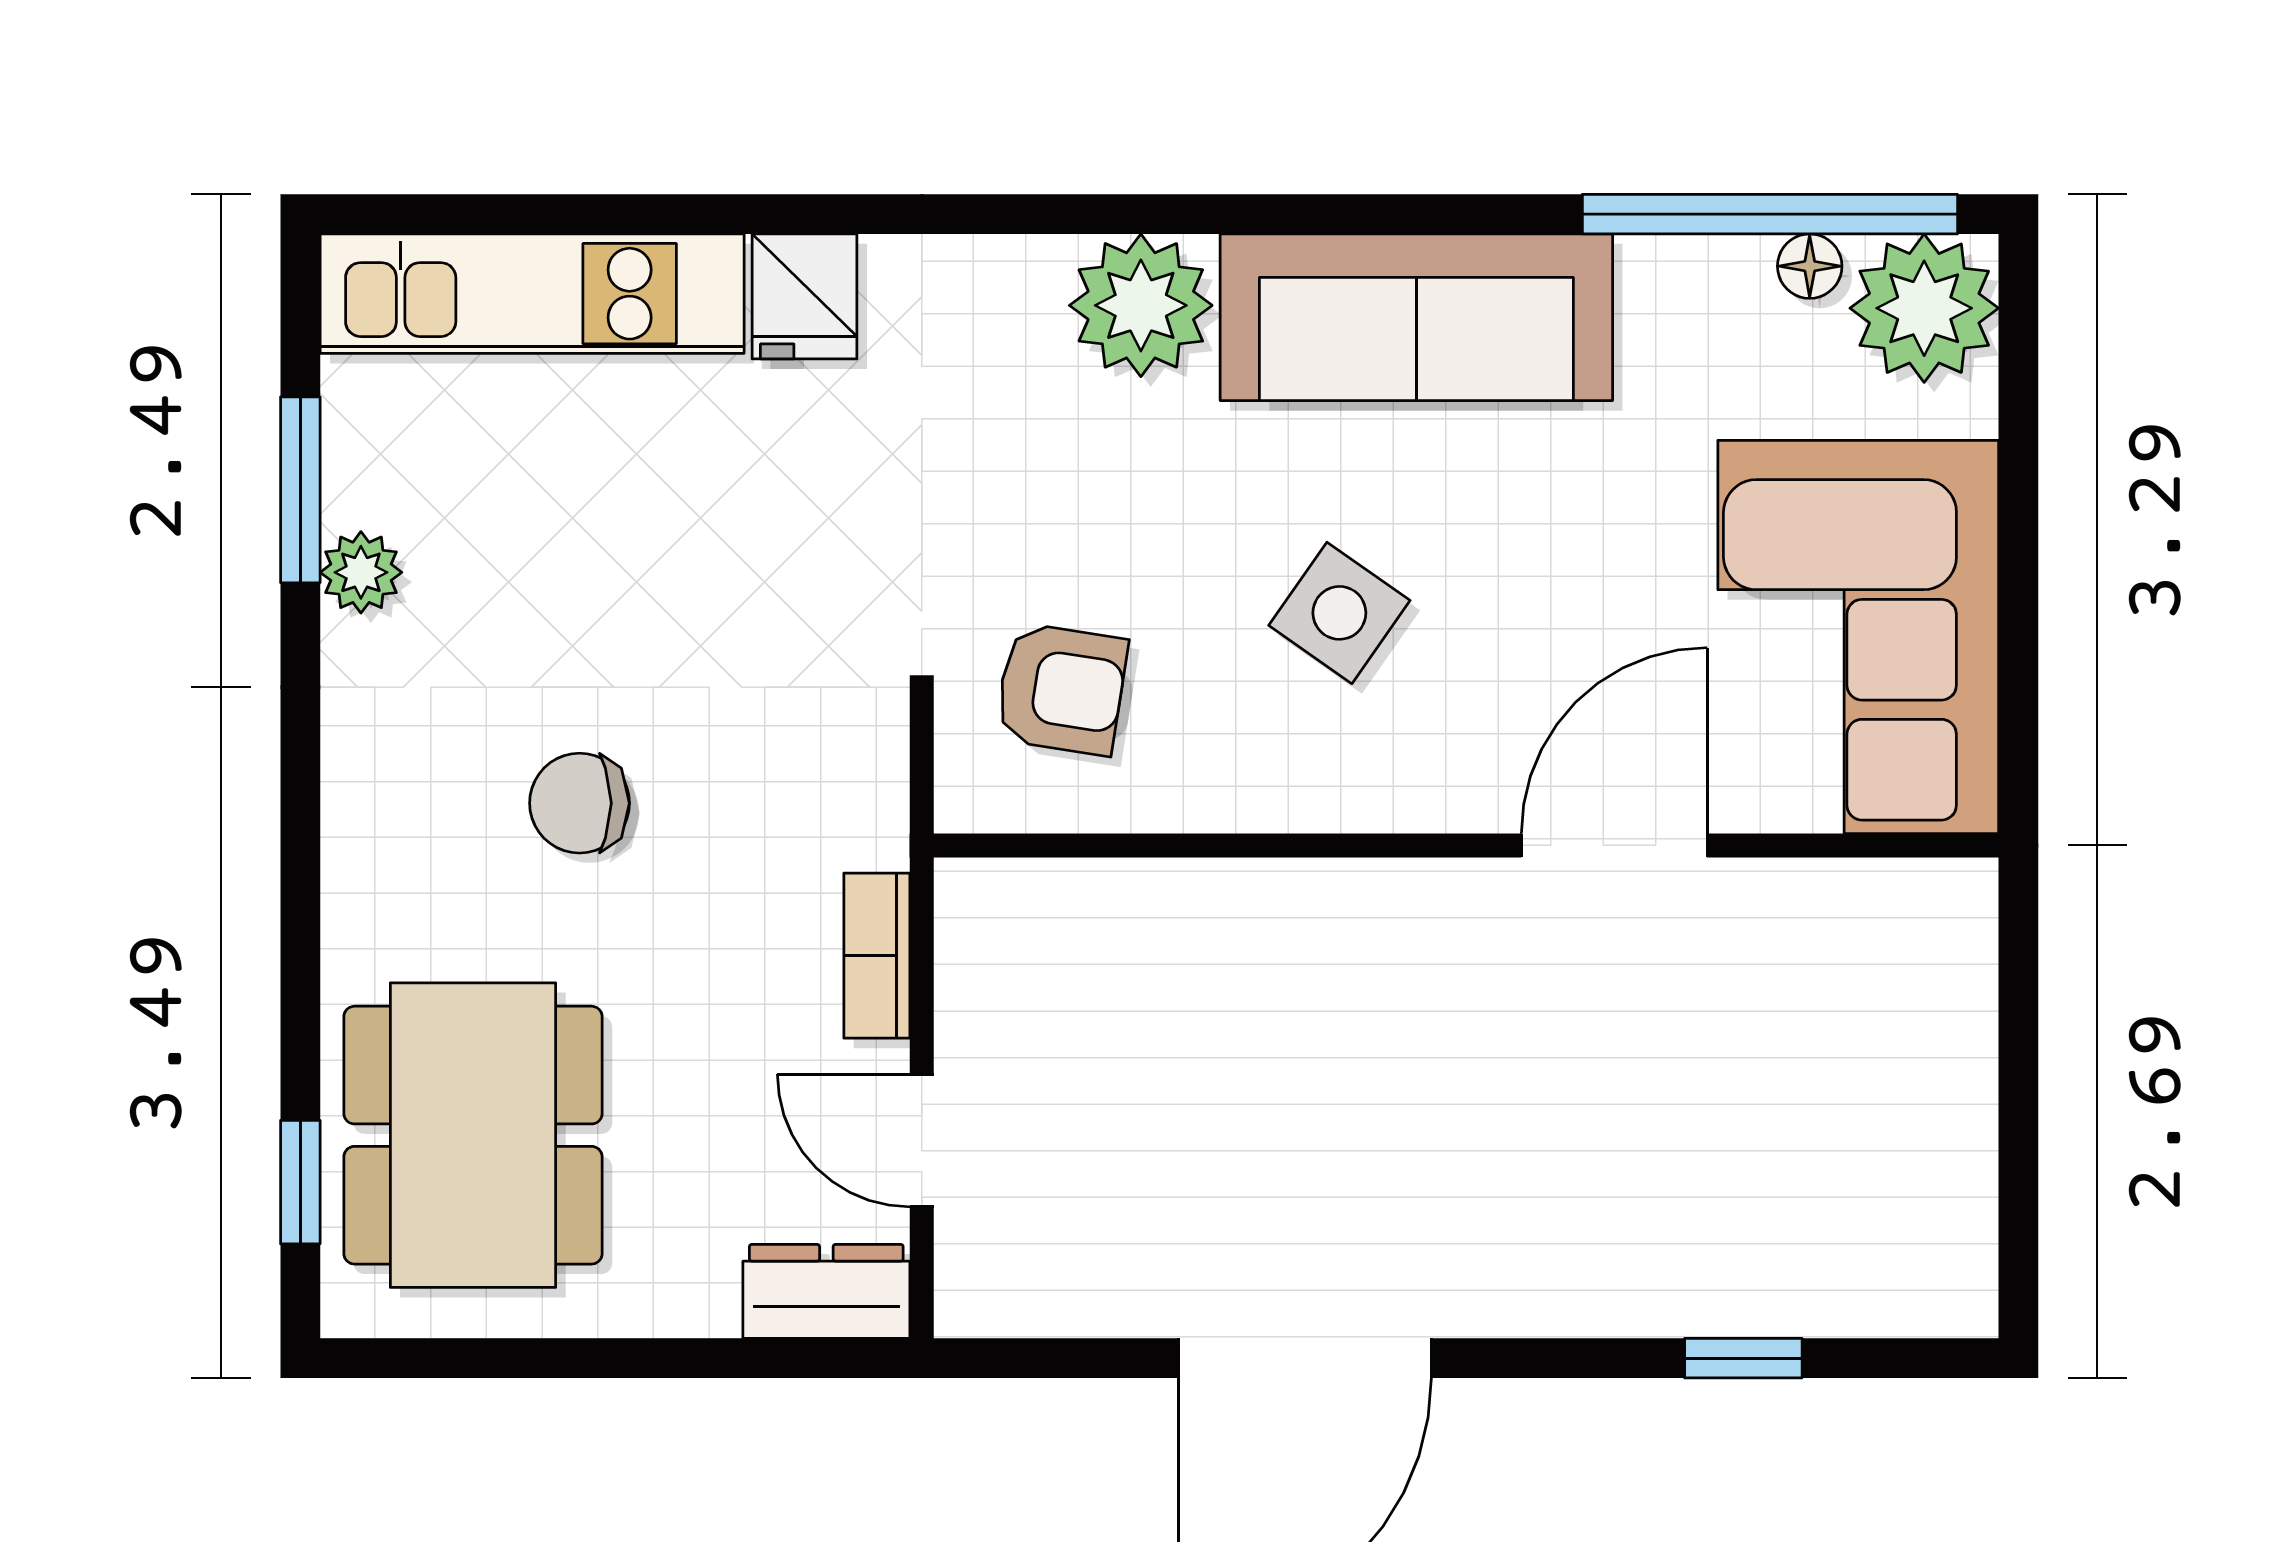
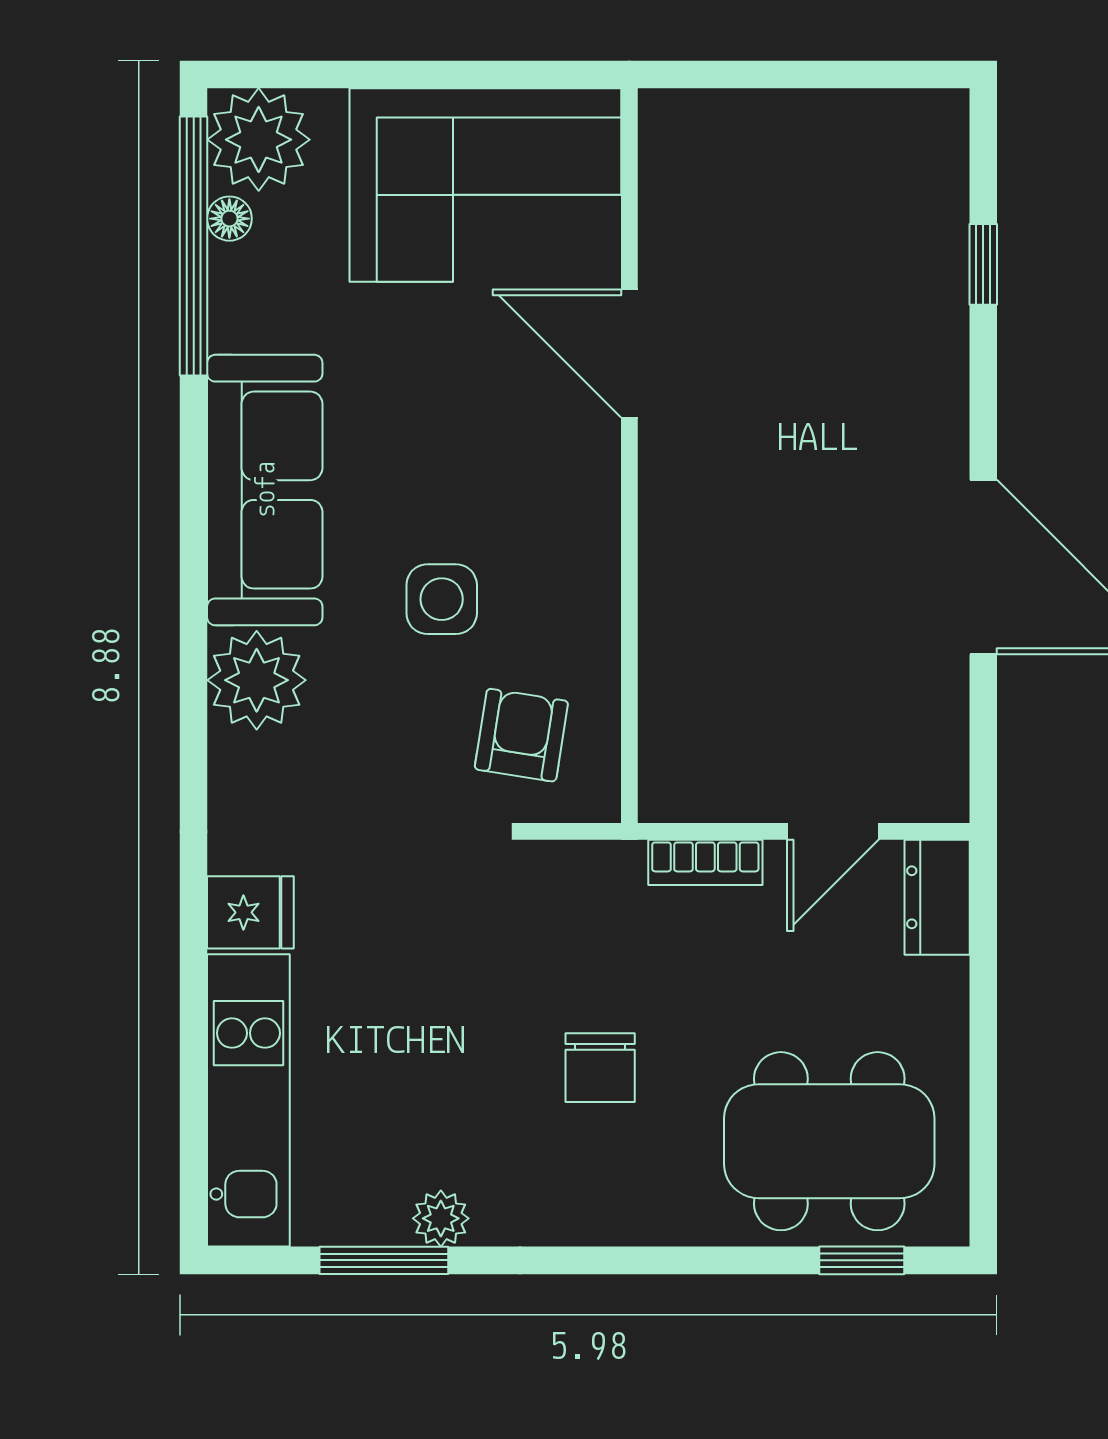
side table: (1339, 613) -> (442, 599), moved, turned -35

